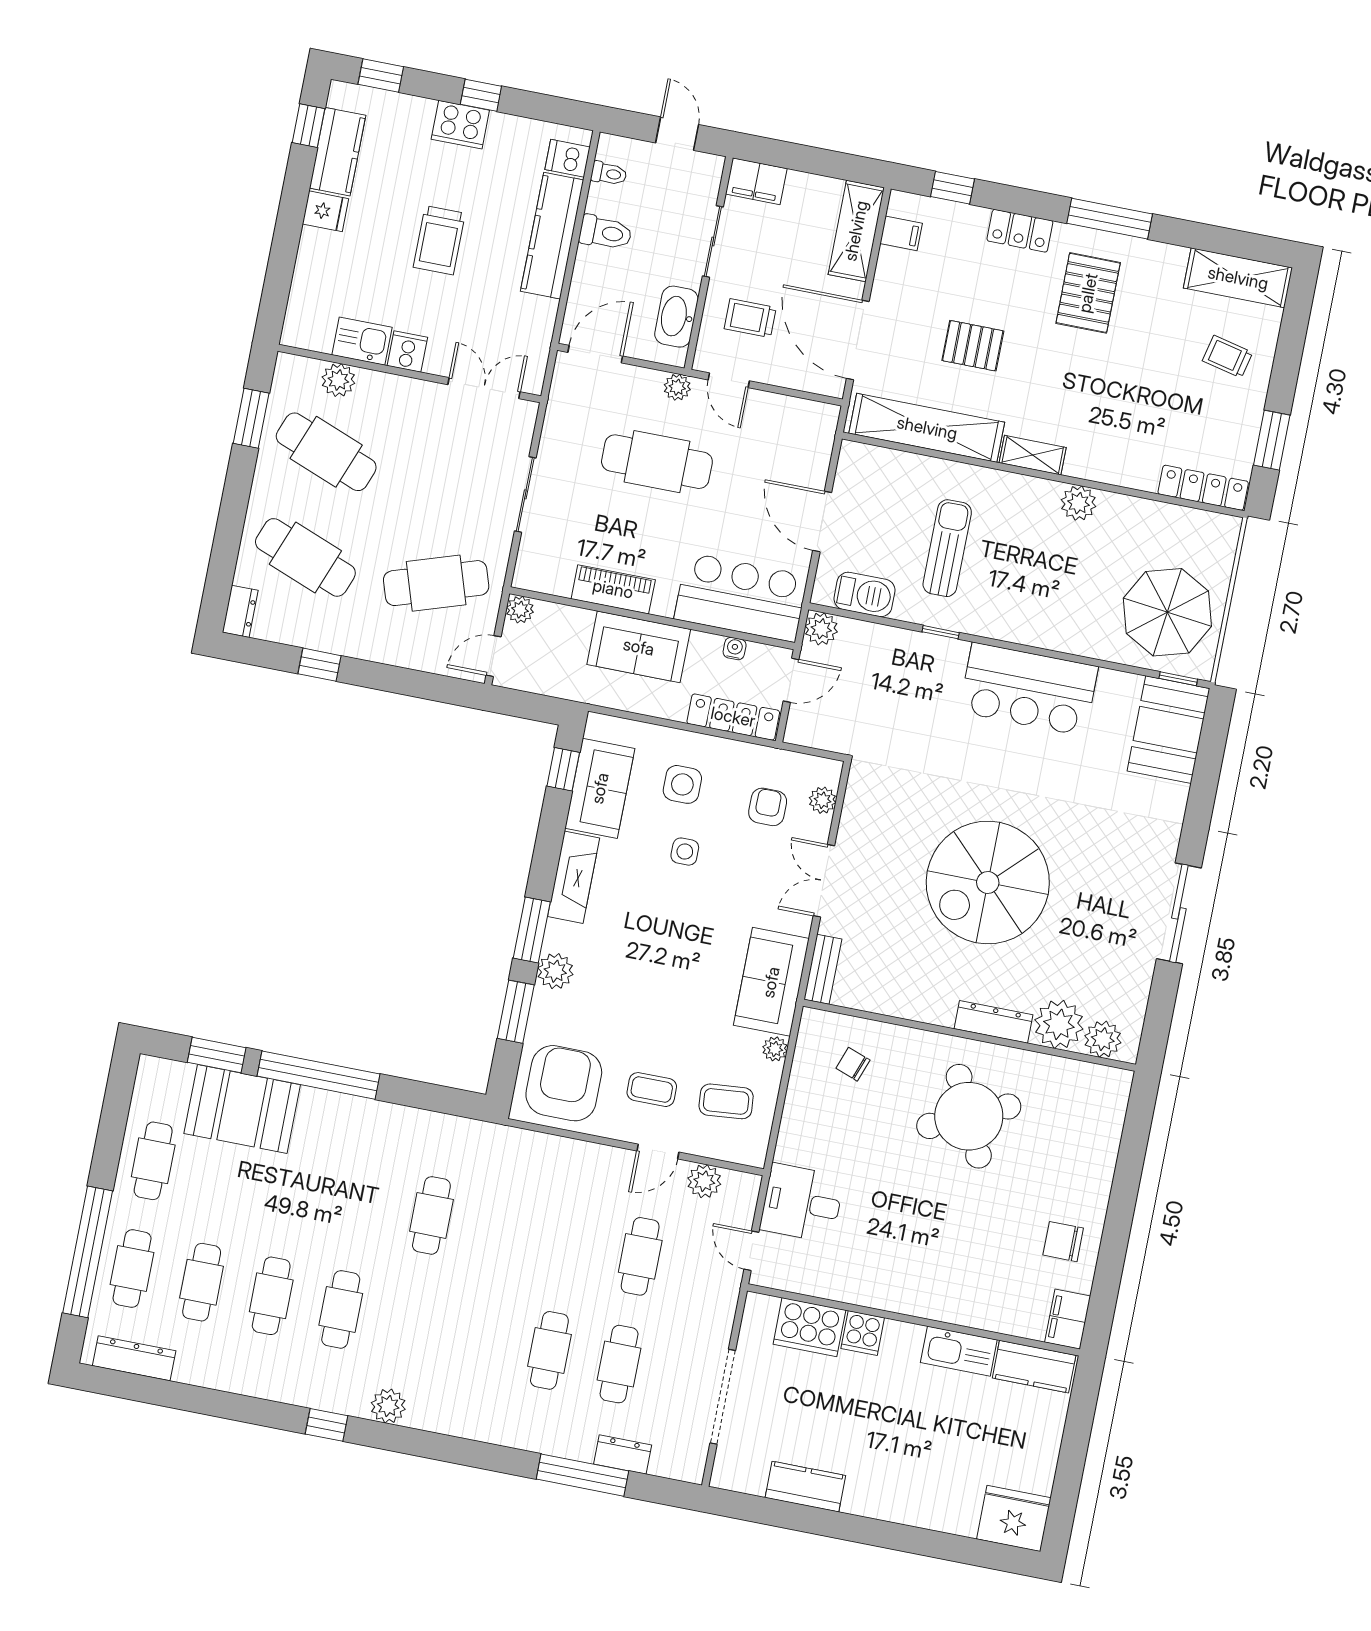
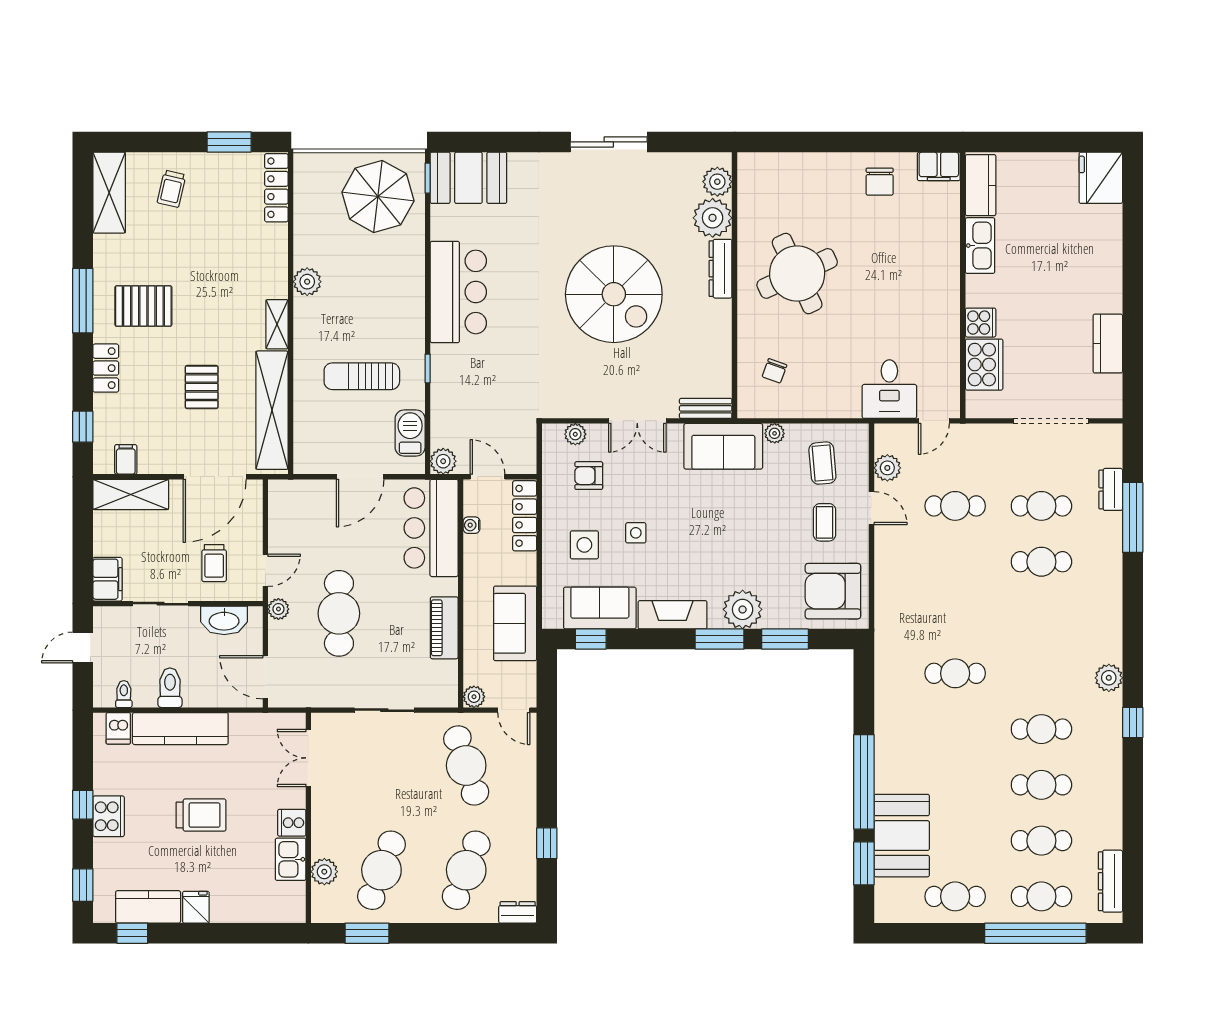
sofa: (639, 647) -> (515, 623), moved, turned 180
plant: (555, 971) -> (743, 609), width x1.36, depth x1.36

